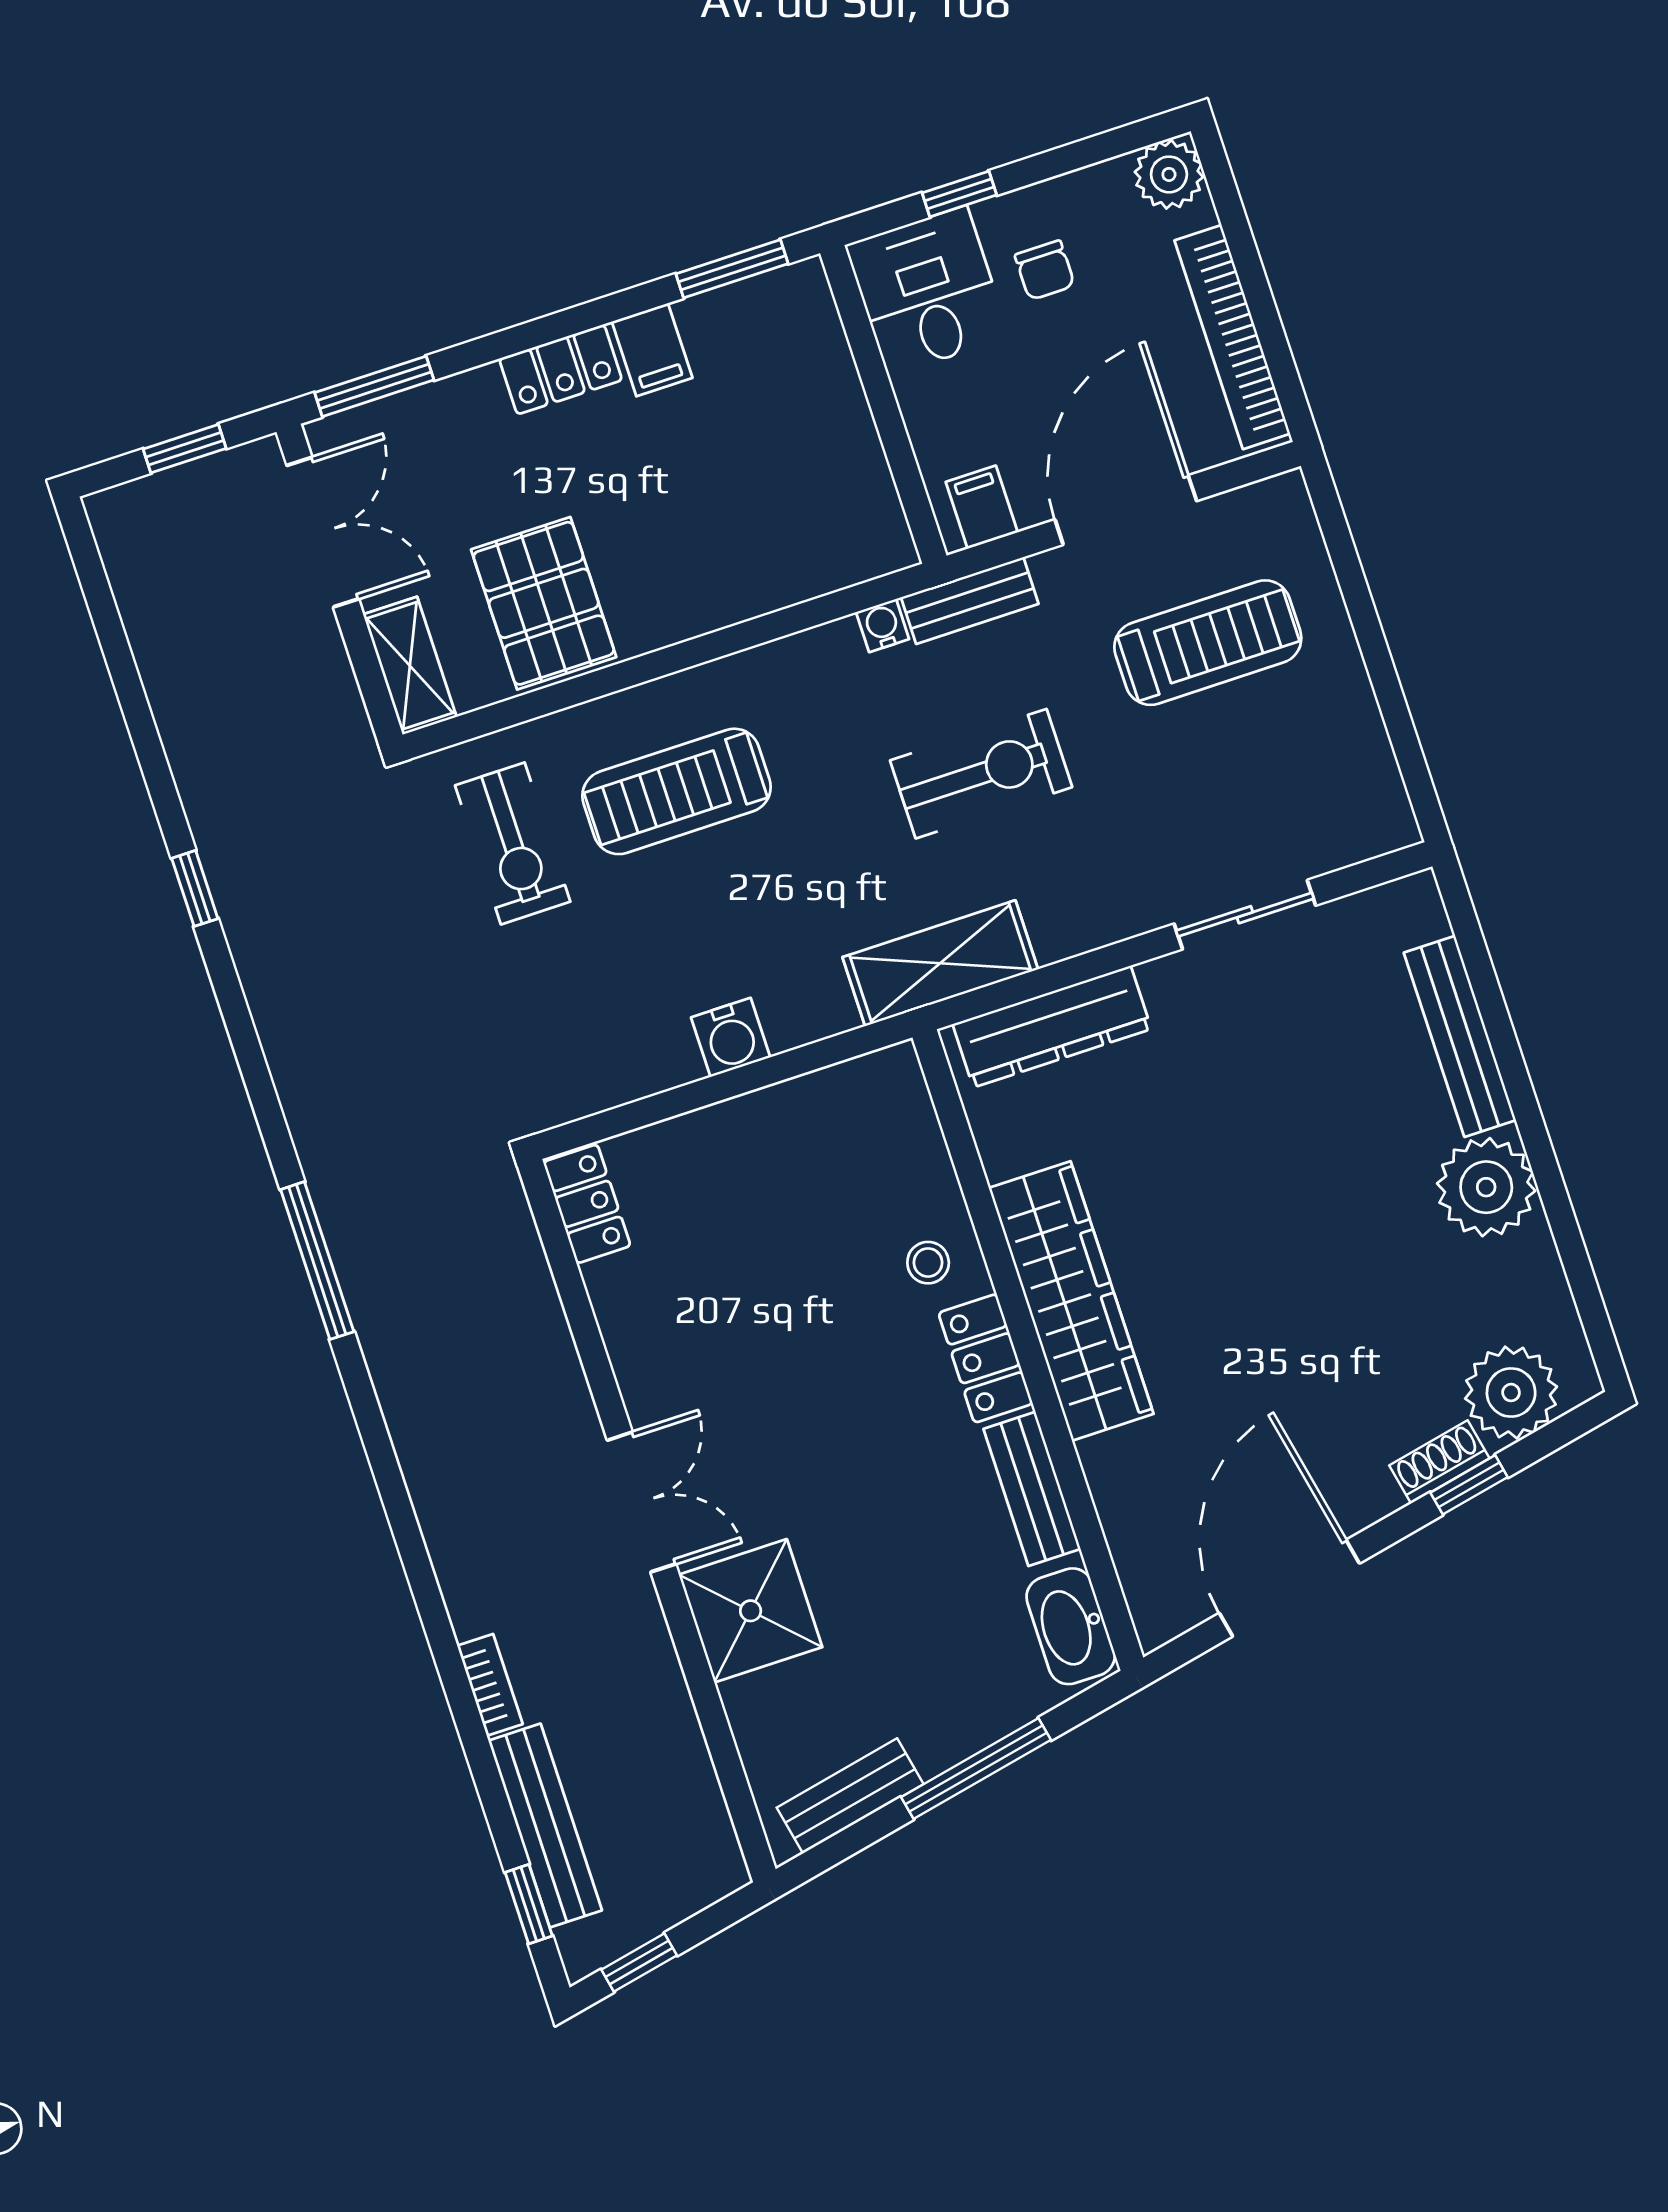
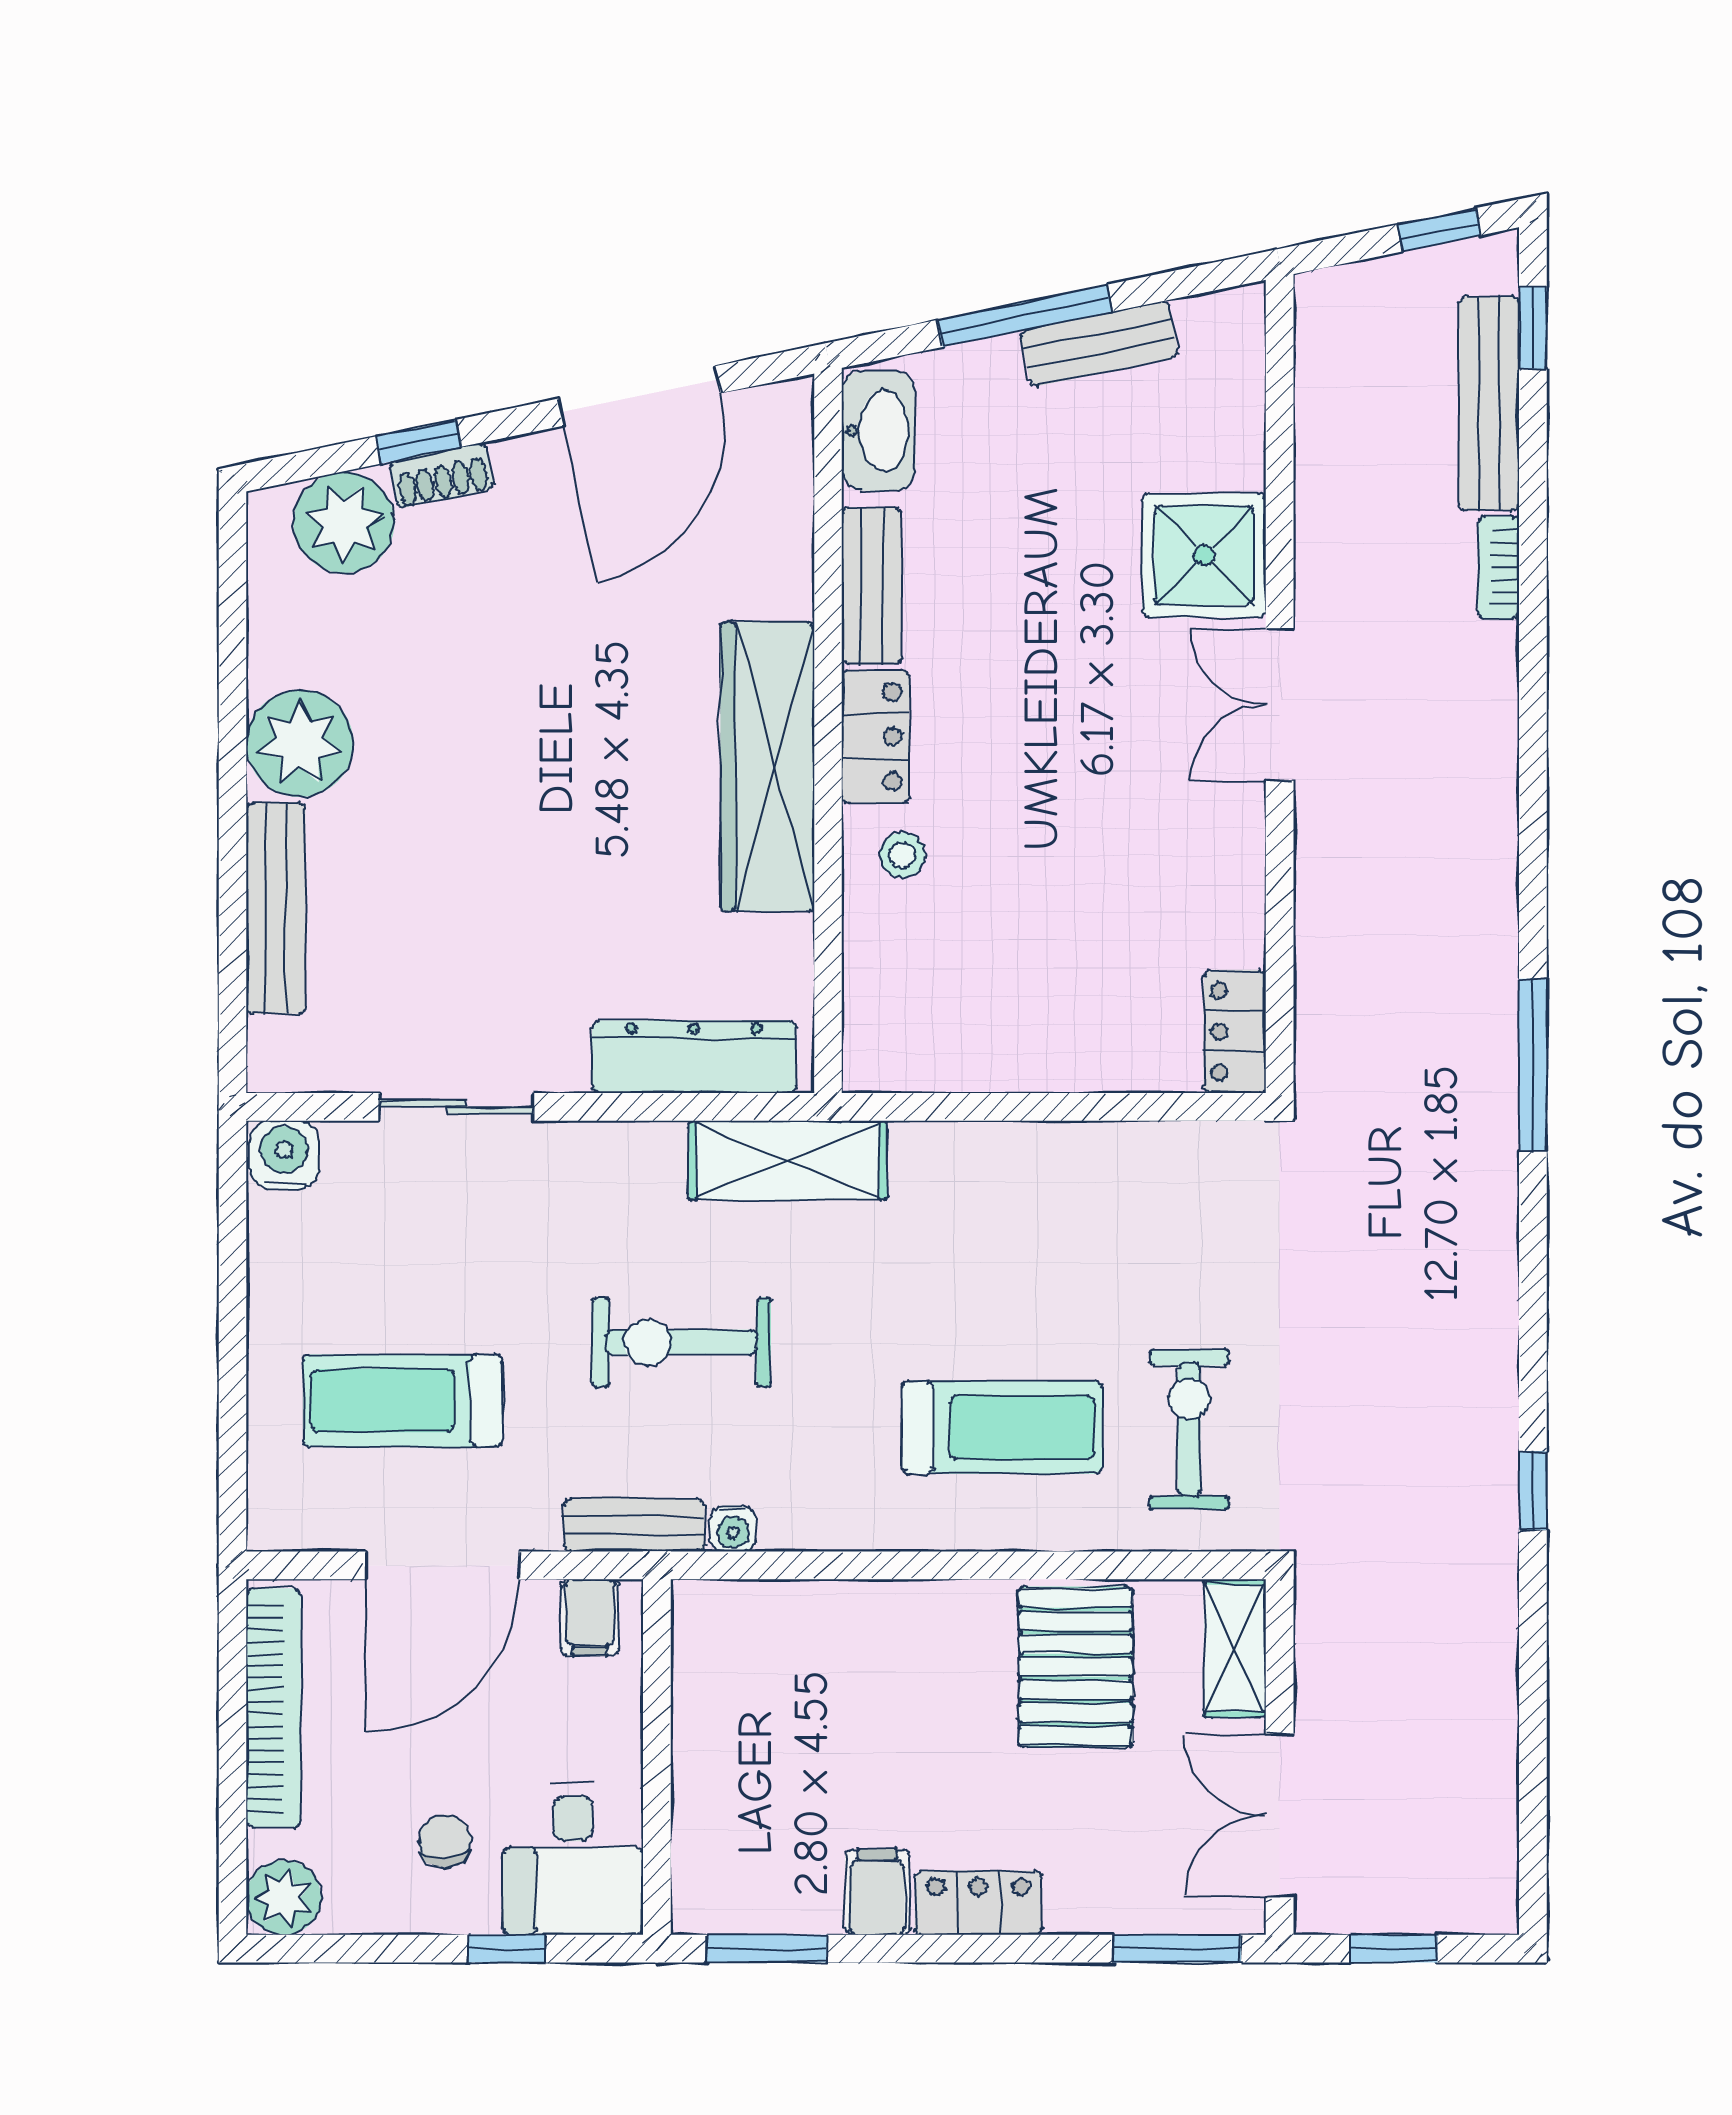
water cooler: (731, 1037) -> (284, 1155), moved
bench: (850, 1796) -> (1099, 344), moved

